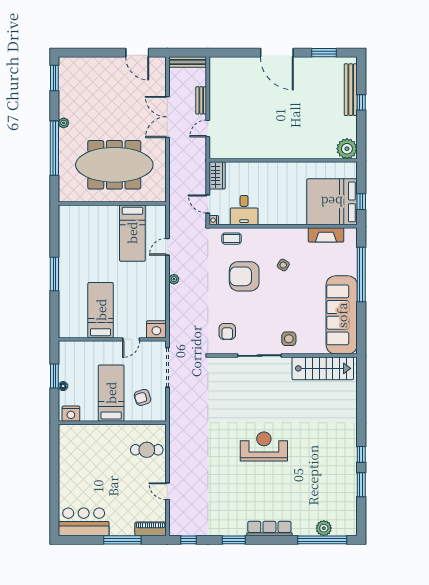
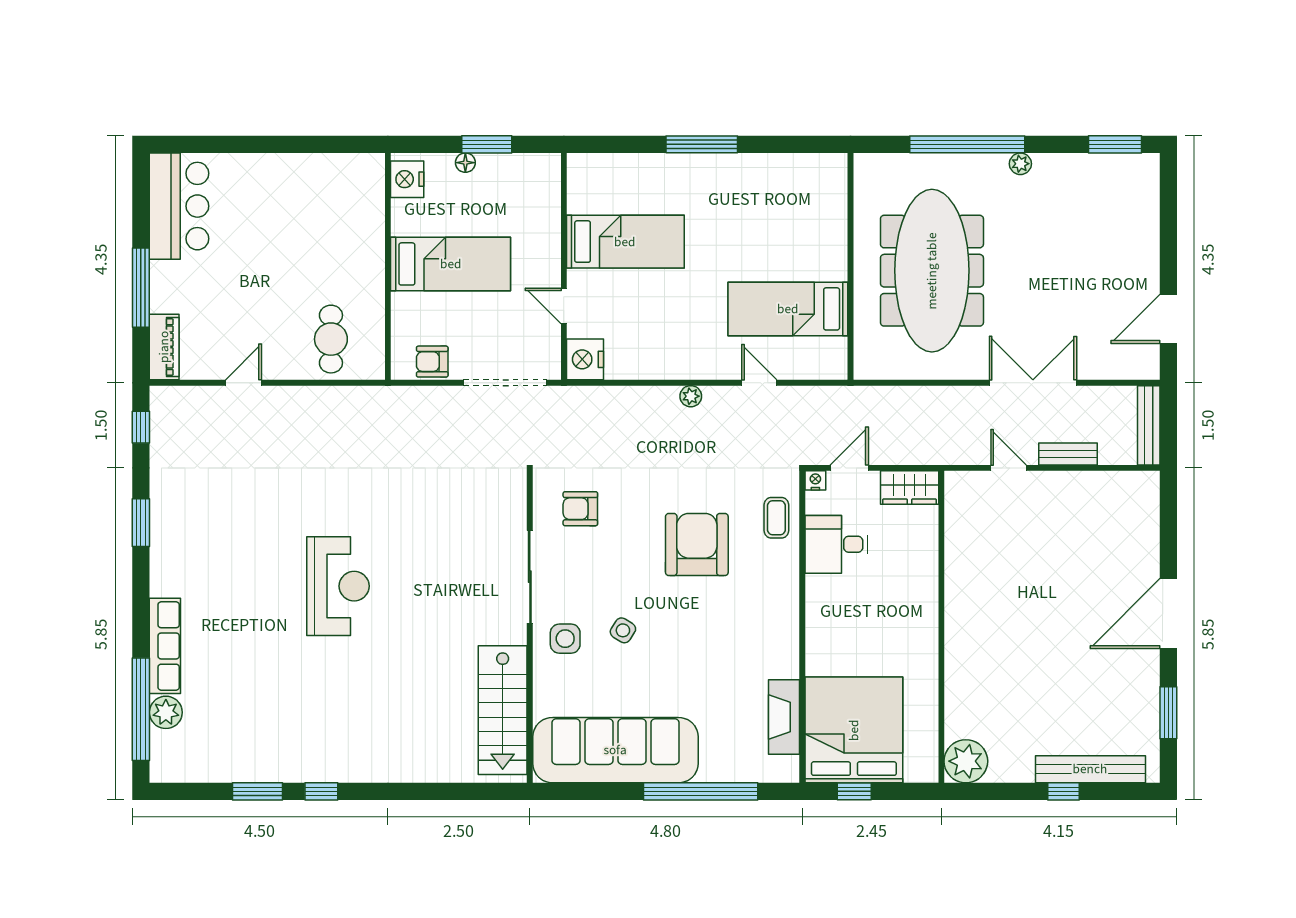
side table: (283, 265) -> (623, 630), moved
armchair: (143, 397) -> (432, 362), moved, turned -72
row of seats: (269, 529) -> (165, 646), moved

